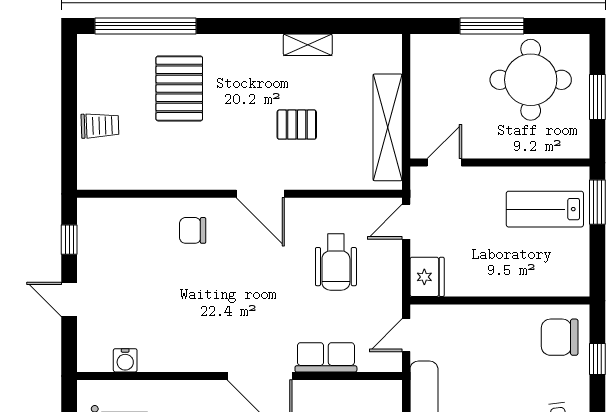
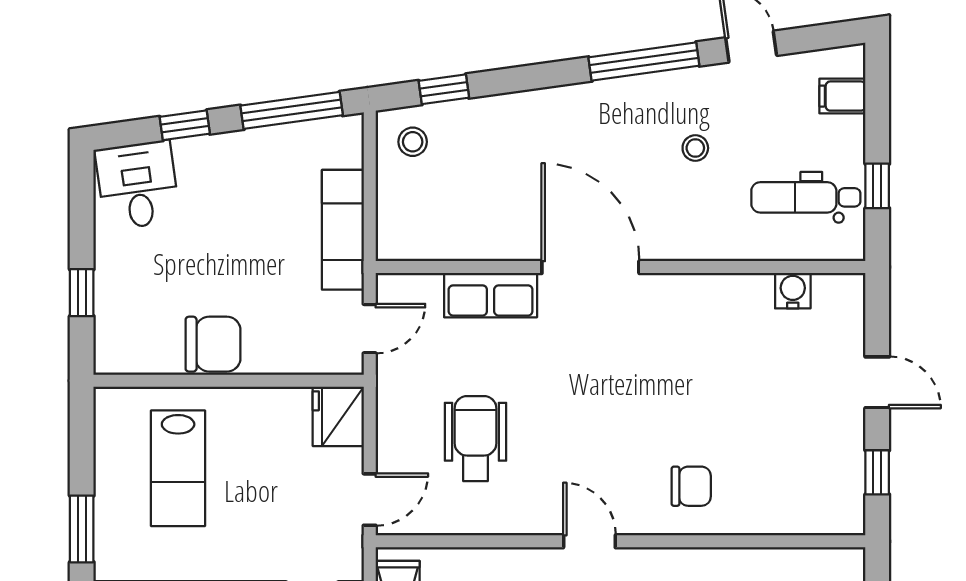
door: (260, 194) -> (589, 541), width x0.73
lab bench: (545, 209) -> (178, 468), moved, turned 90
chair: (560, 337) -> (213, 344), moved

